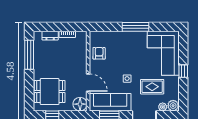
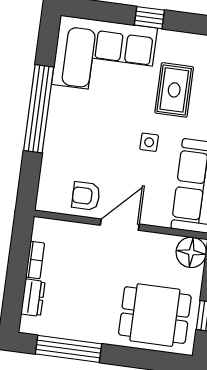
window: (136, 27) -> (39, 109), width x1.46
door: (88, 83) -> (120, 225), moved
dining table: (50, 92) -> (155, 315), turned 90

